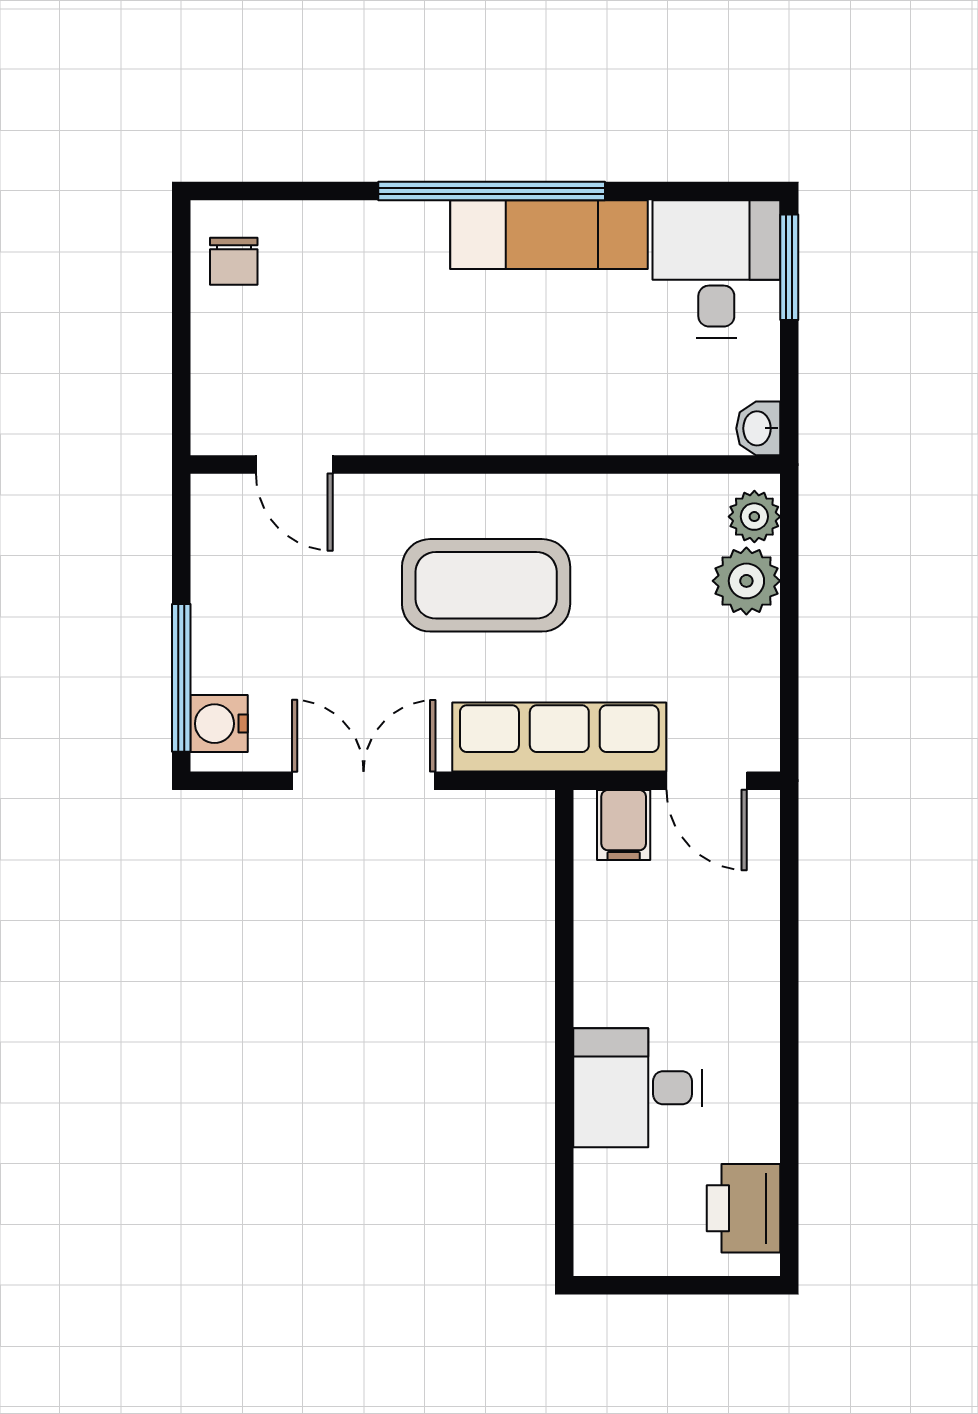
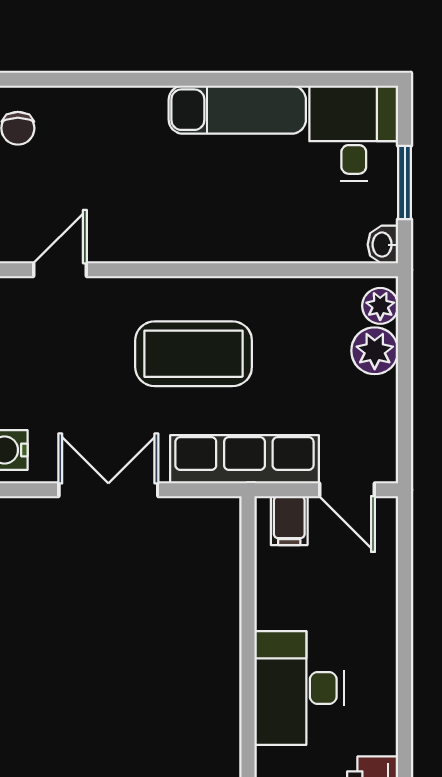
window: (492, 191) -> (197, 79), removed
window: (789, 267) -> (405, 183), moved
door: (294, 465) -> (60, 270), swing flipped
desk: (638, 1088) -> (299, 688), width x1.37

